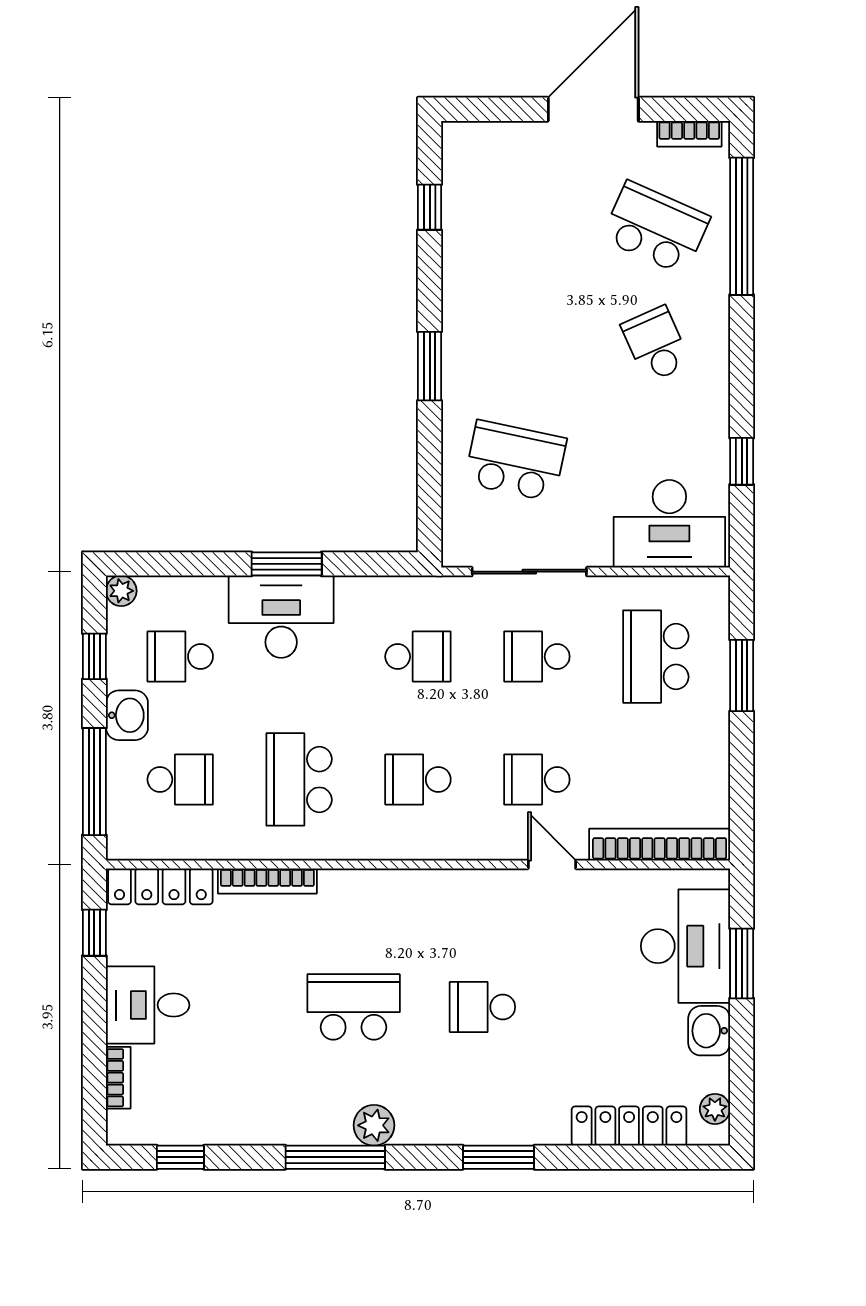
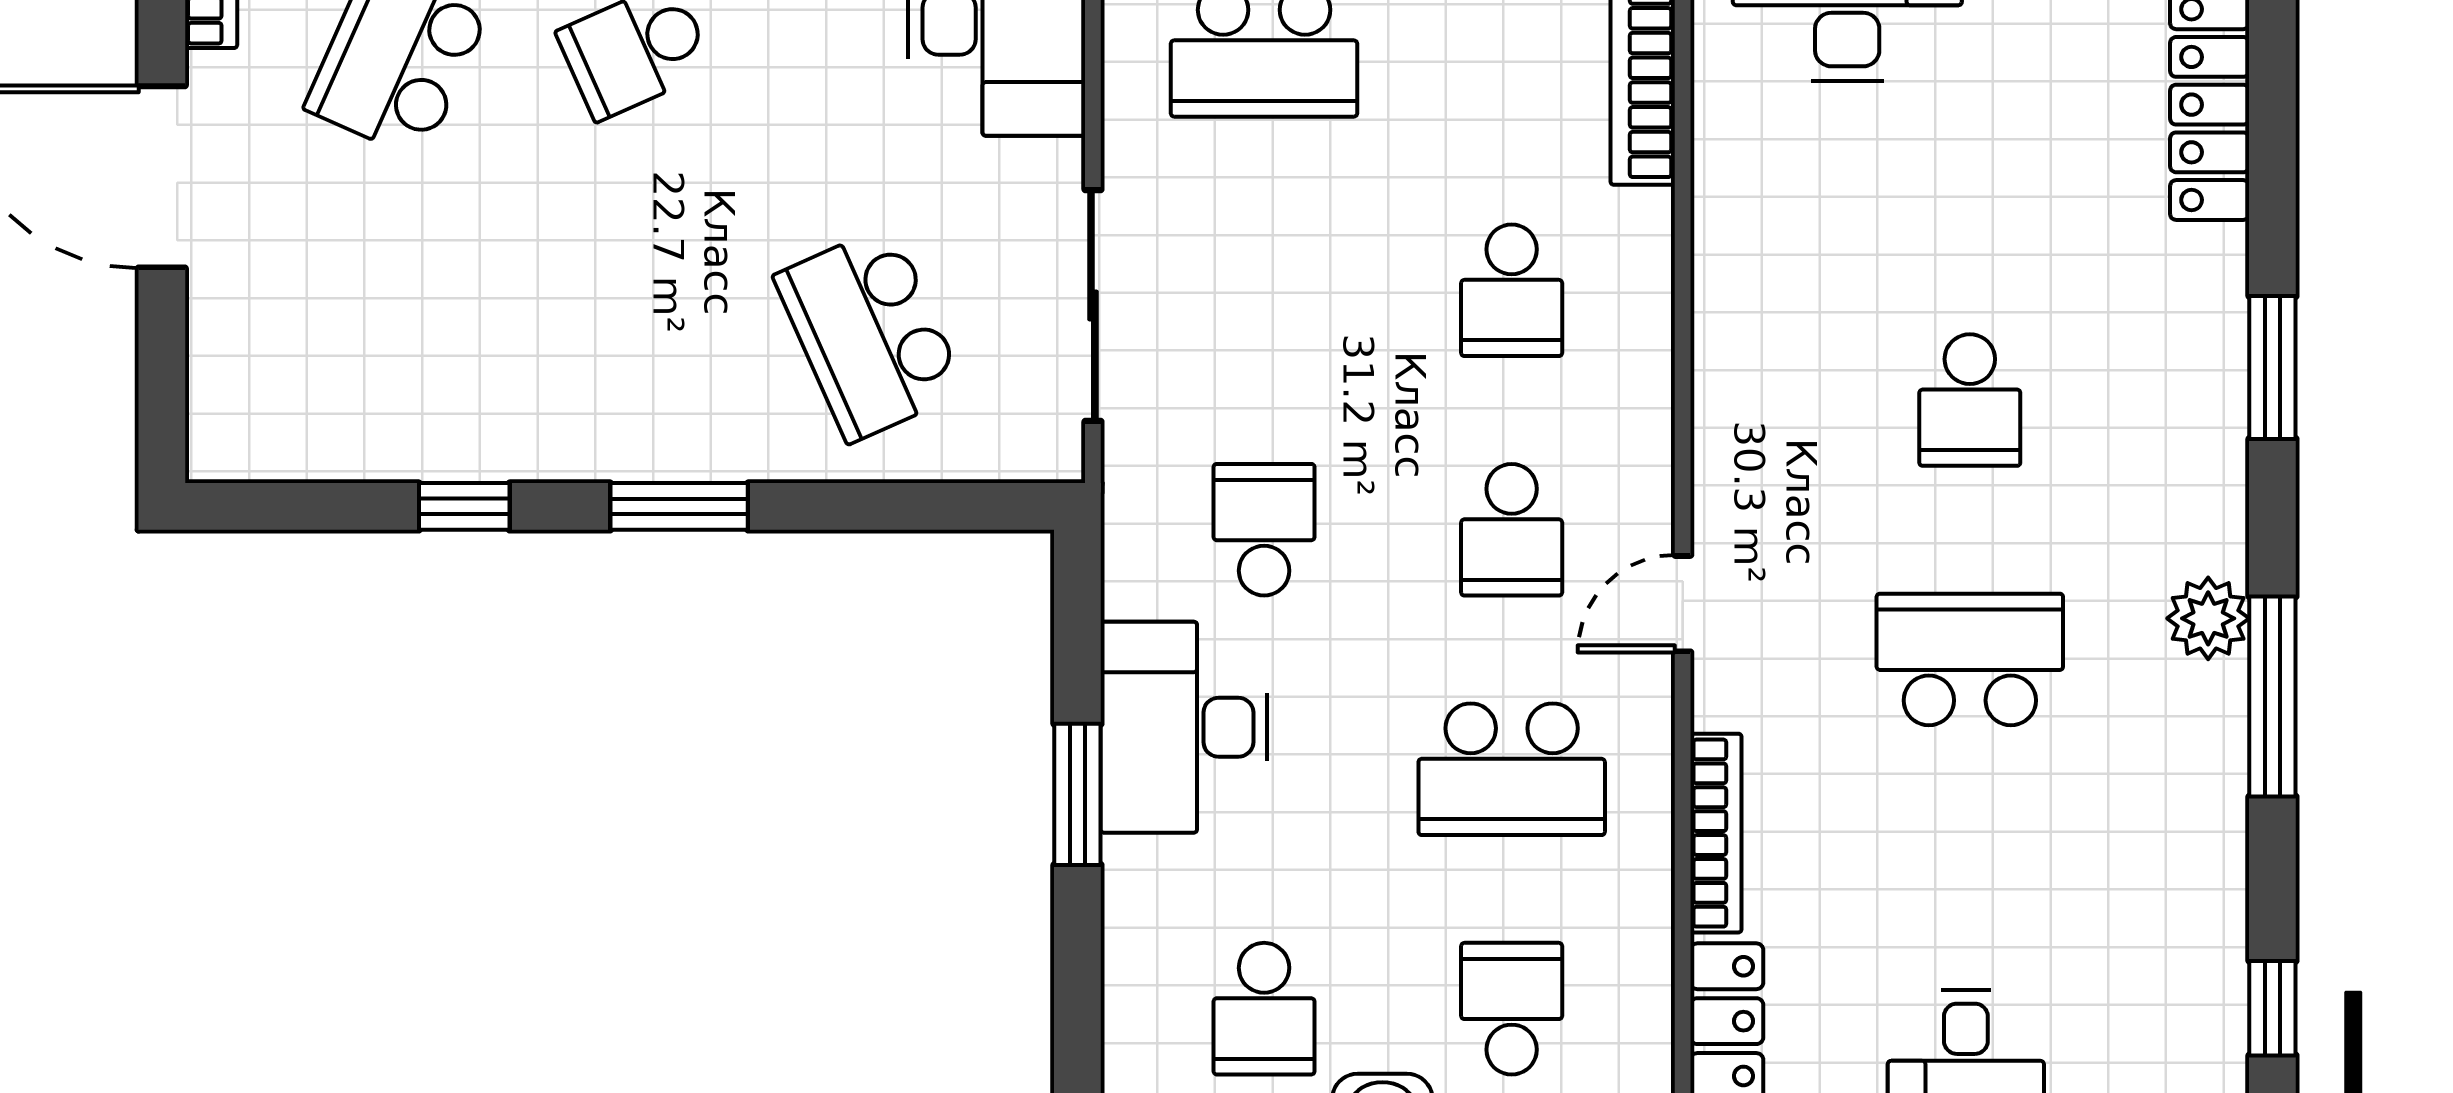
window: (430, 207) -> (464, 506), moved
school desk: (515, 461) -> (870, 334), turned -36
desk: (281, 617) -> (1184, 727), moved
school desk: (537, 657) -> (1264, 290), removed
door: (552, 864) -> (1683, 604), moved
school desk: (354, 1007) -> (1970, 660), turned 90

